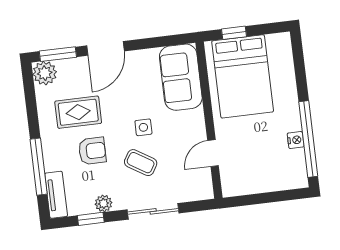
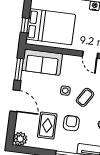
window: (58, 54) -> (19, 69), moved

